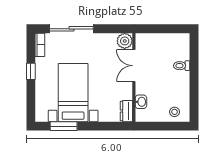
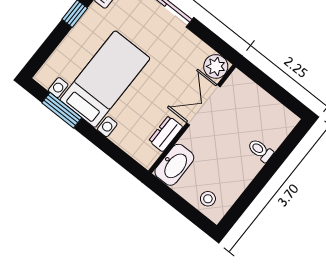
washbasin: (141, 102) -> (174, 165), width x1.91, depth x1.45
dresser: (126, 111) -> (166, 134), moved

